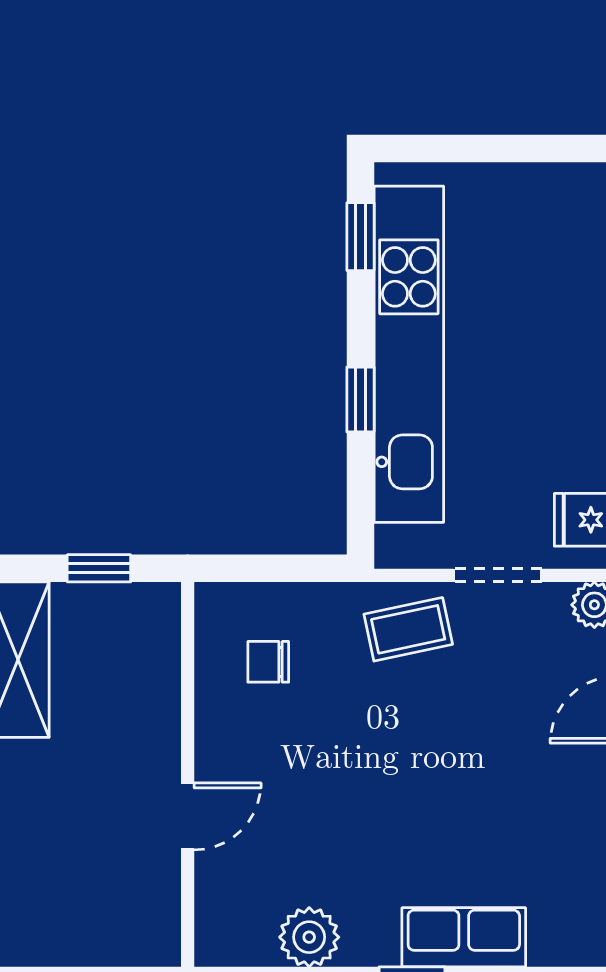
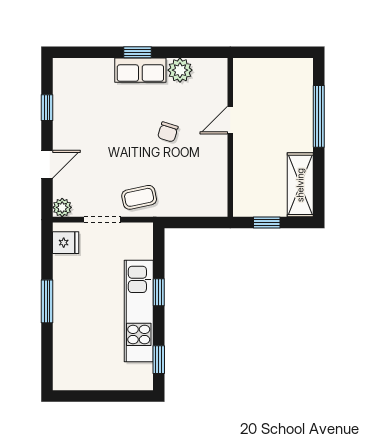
kitchen unit: (409, 354) -> (139, 311), width x0.73
chair: (268, 662) -> (168, 132), moved, turned 107
row of seats: (464, 937) -> (140, 70), moved

